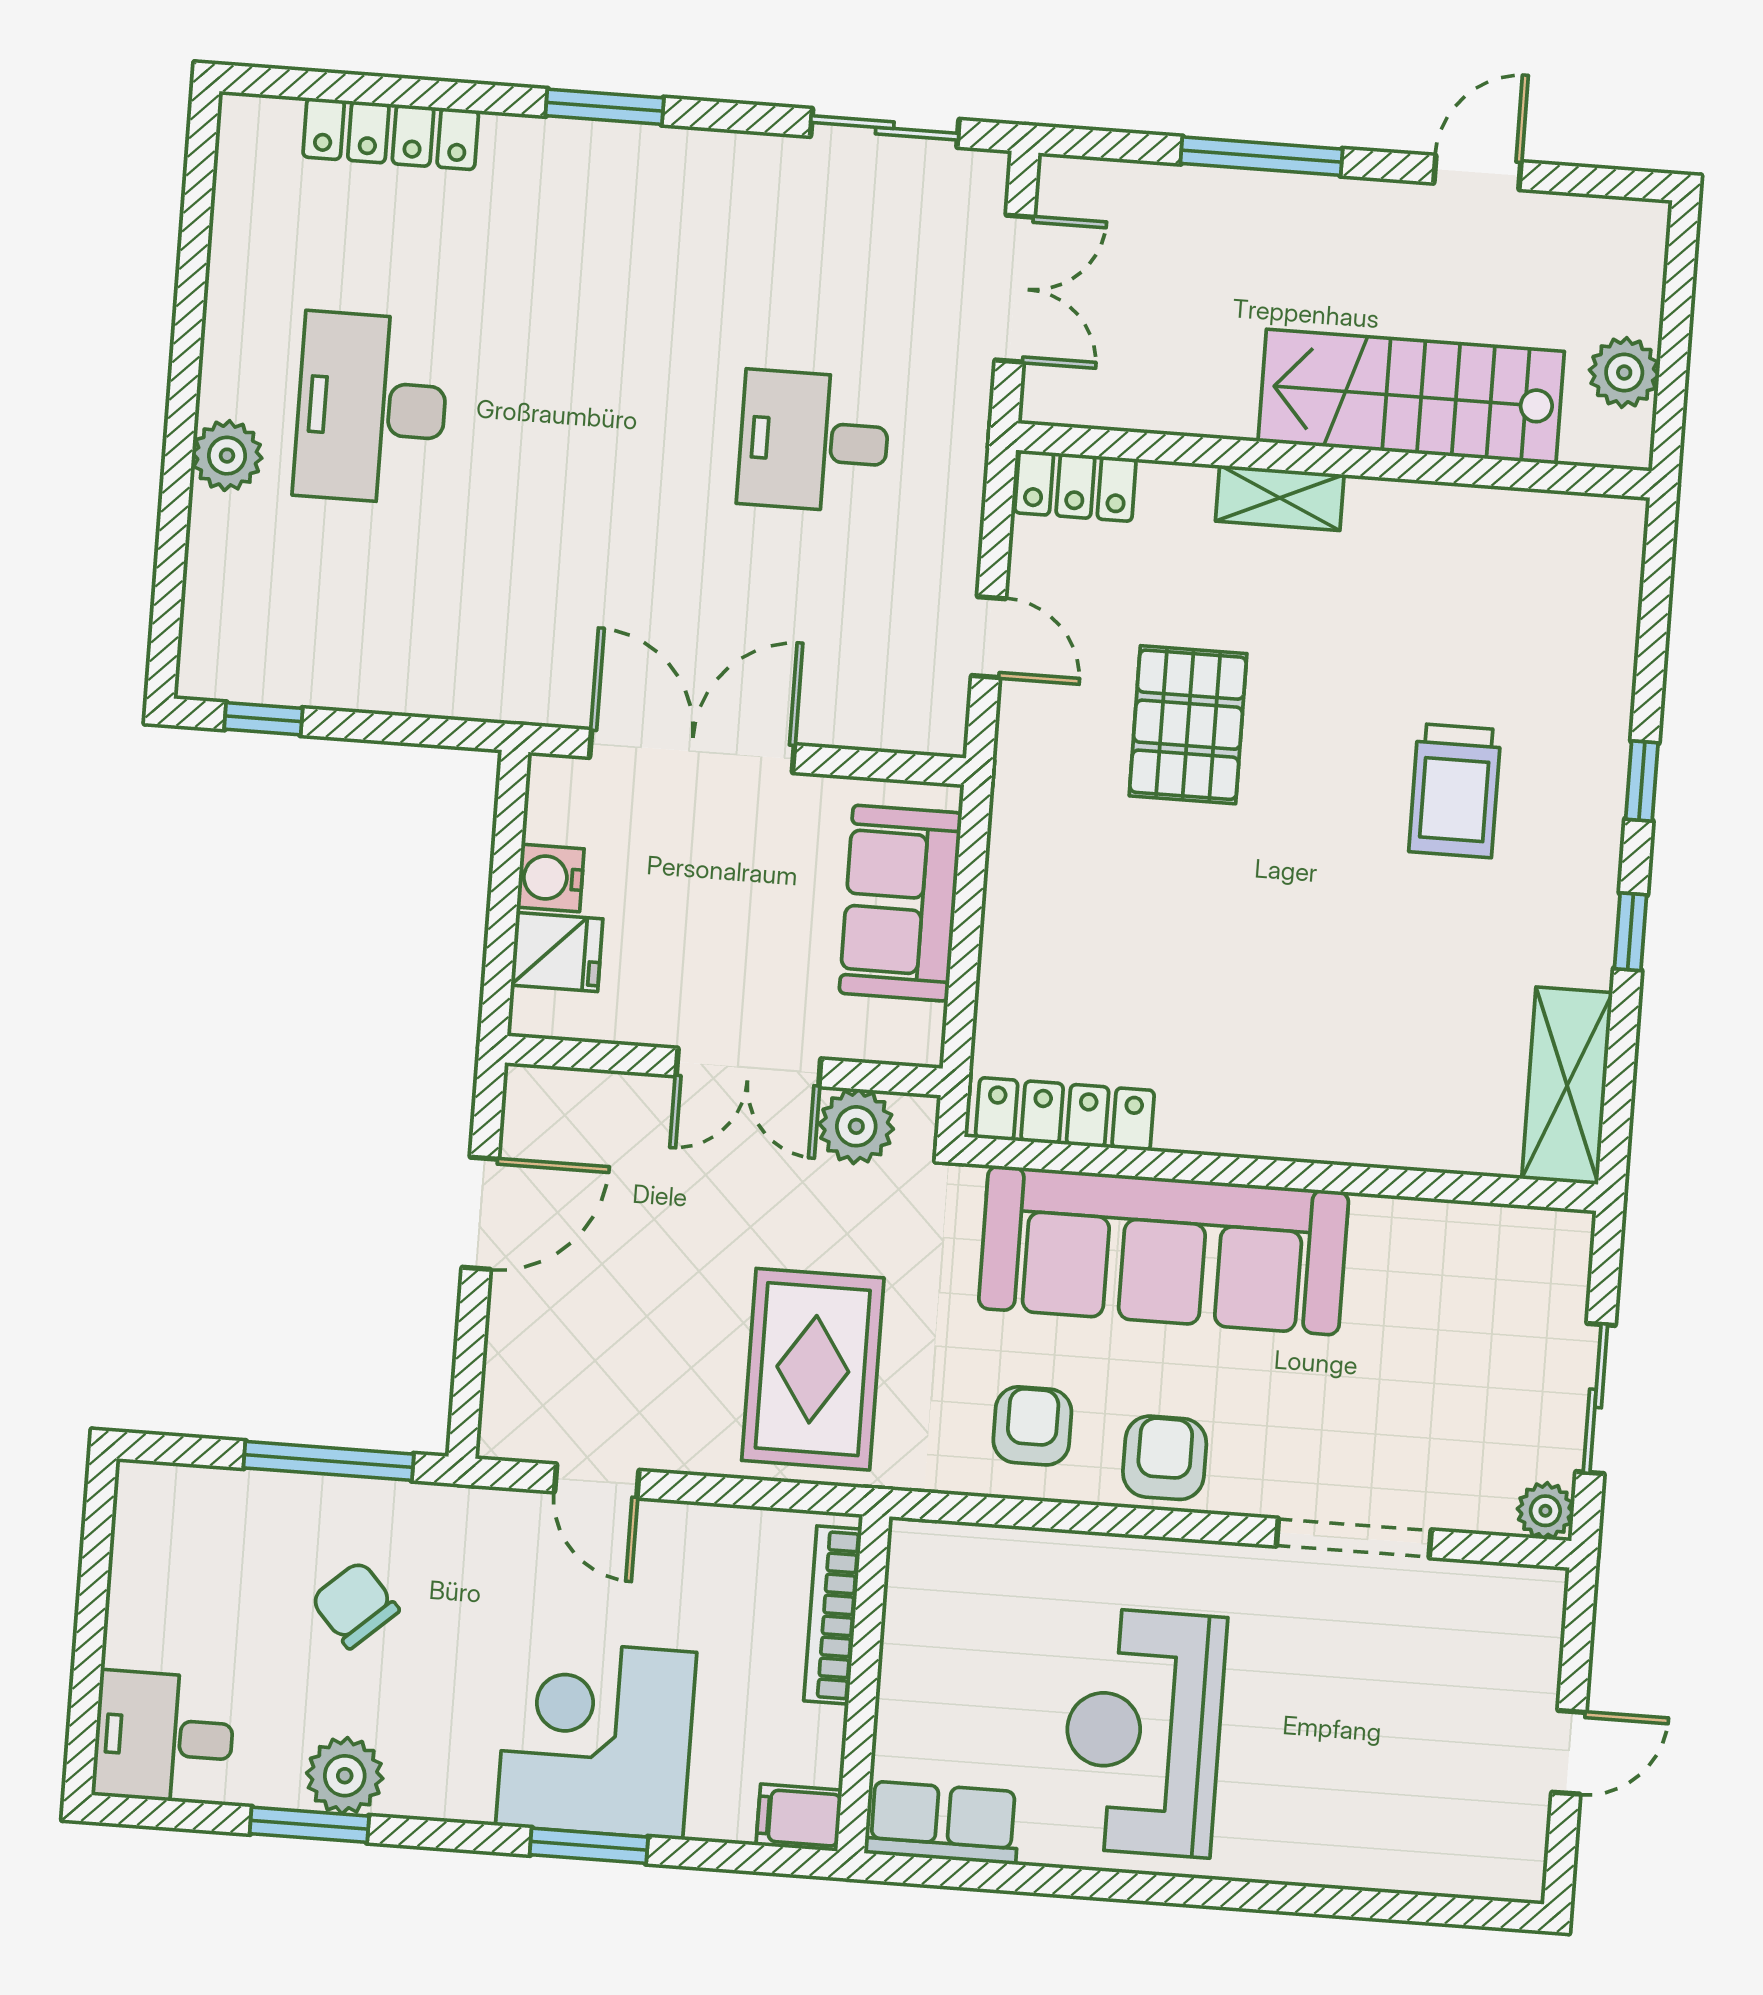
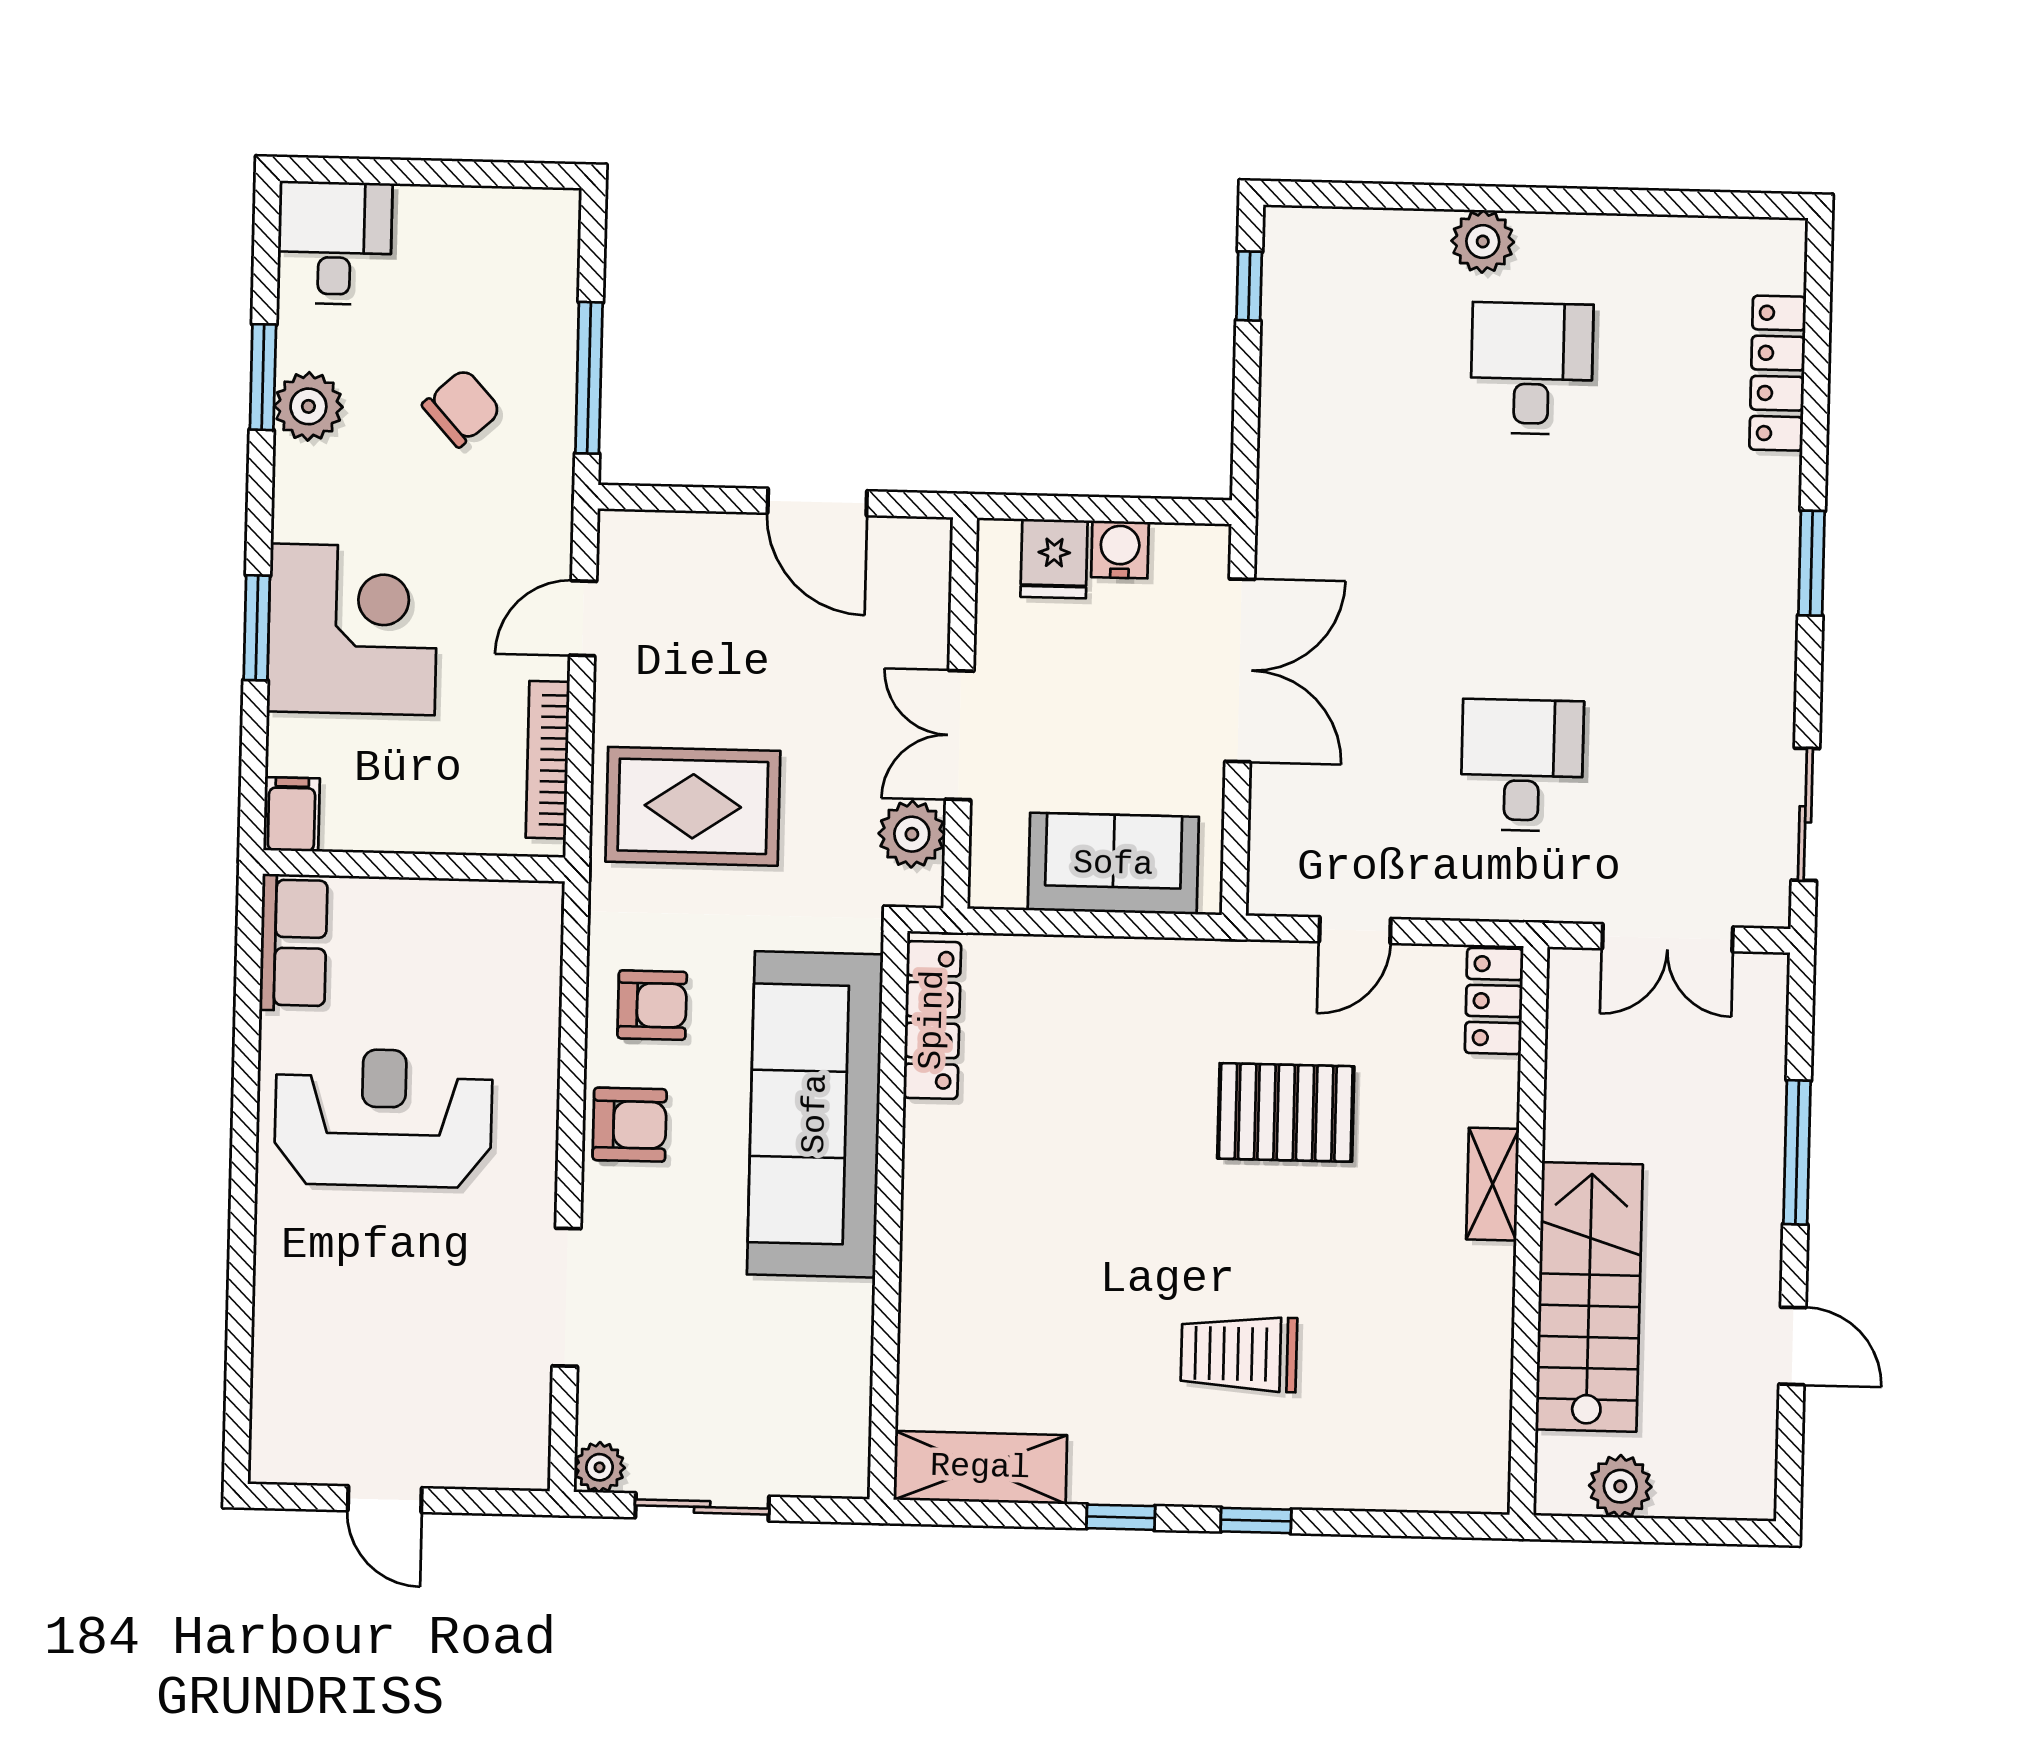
desk: (372, 408) -> (1532, 368), width x0.73
bookcase: (833, 1615) -> (548, 760), moved, turned -90

